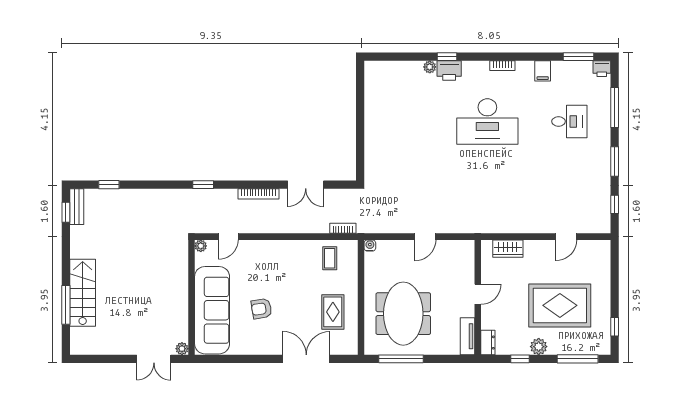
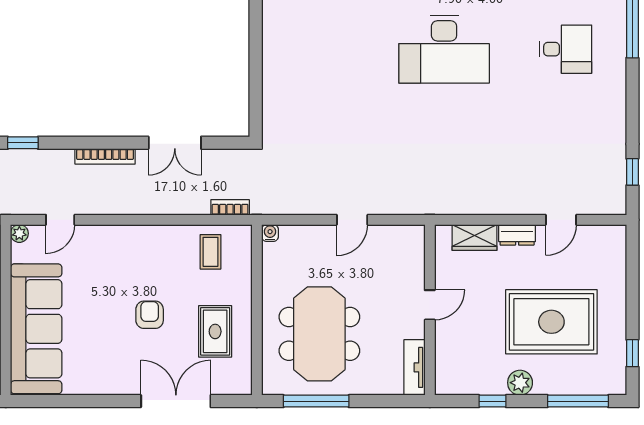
window: (615, 162) -> (632, 109), removed
armchair: (261, 309) -> (150, 315), moved, turned 99
dresser: (488, 343) -> (517, 235), moved, turned 90

